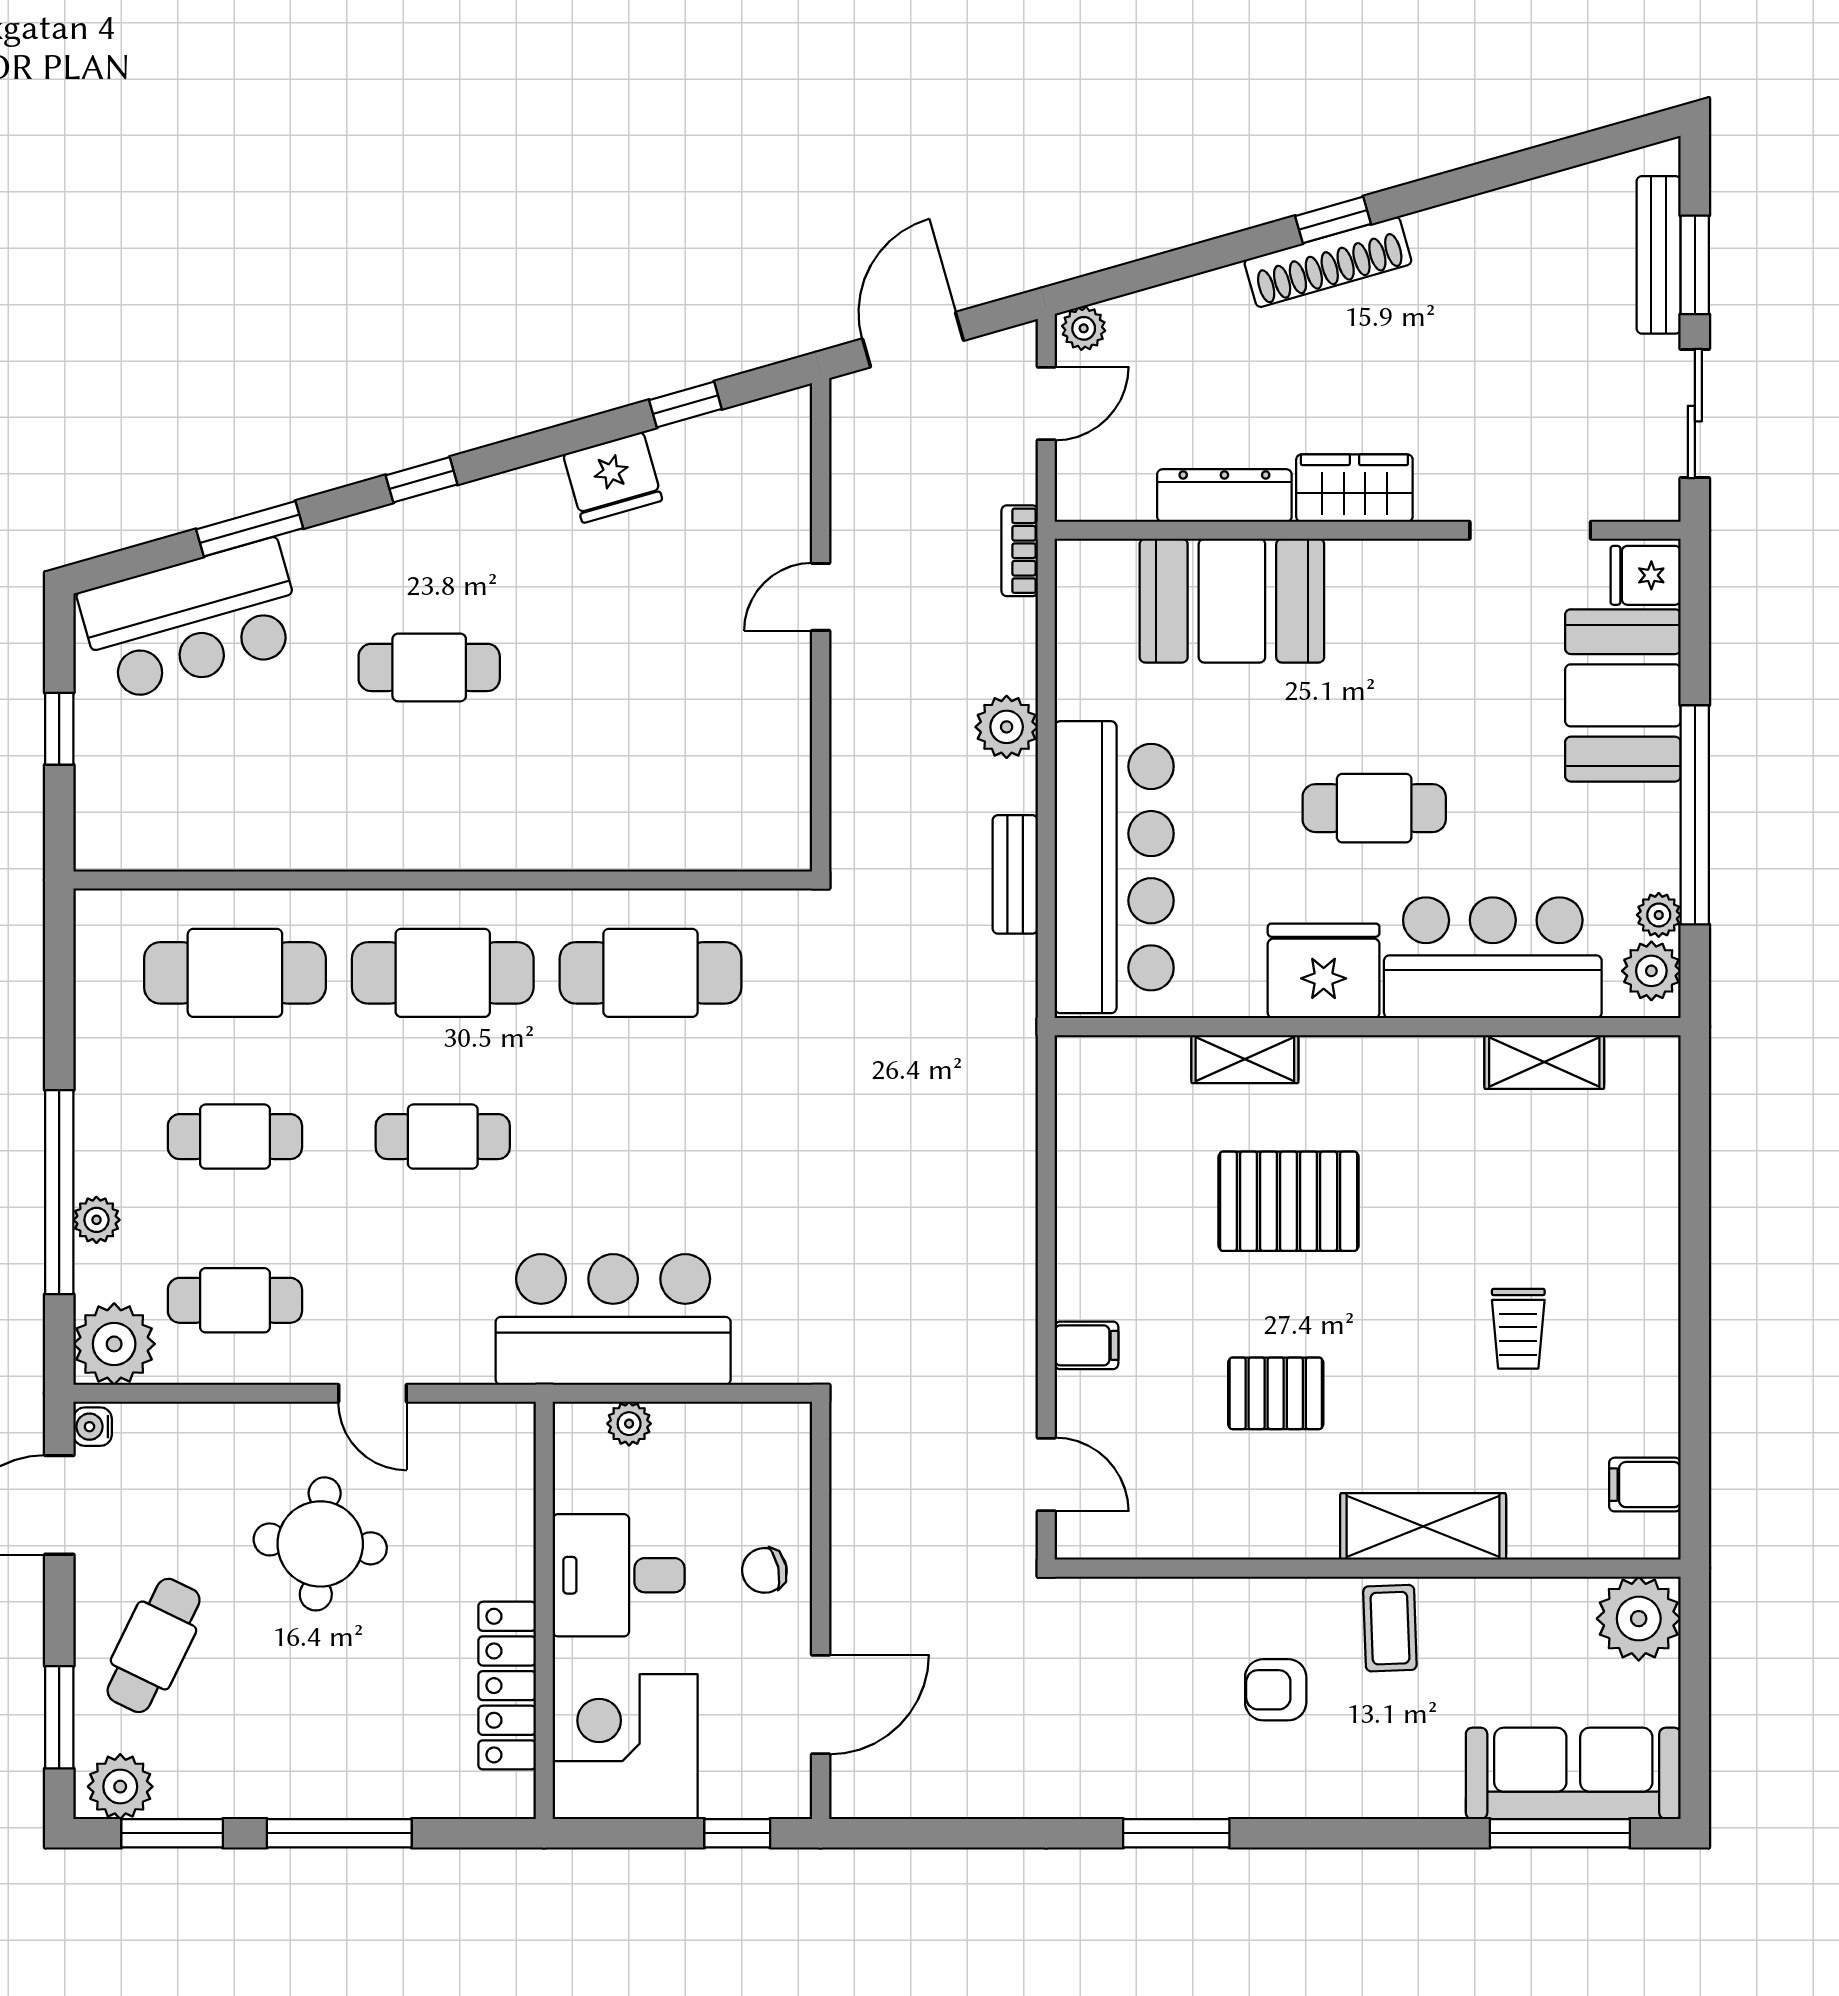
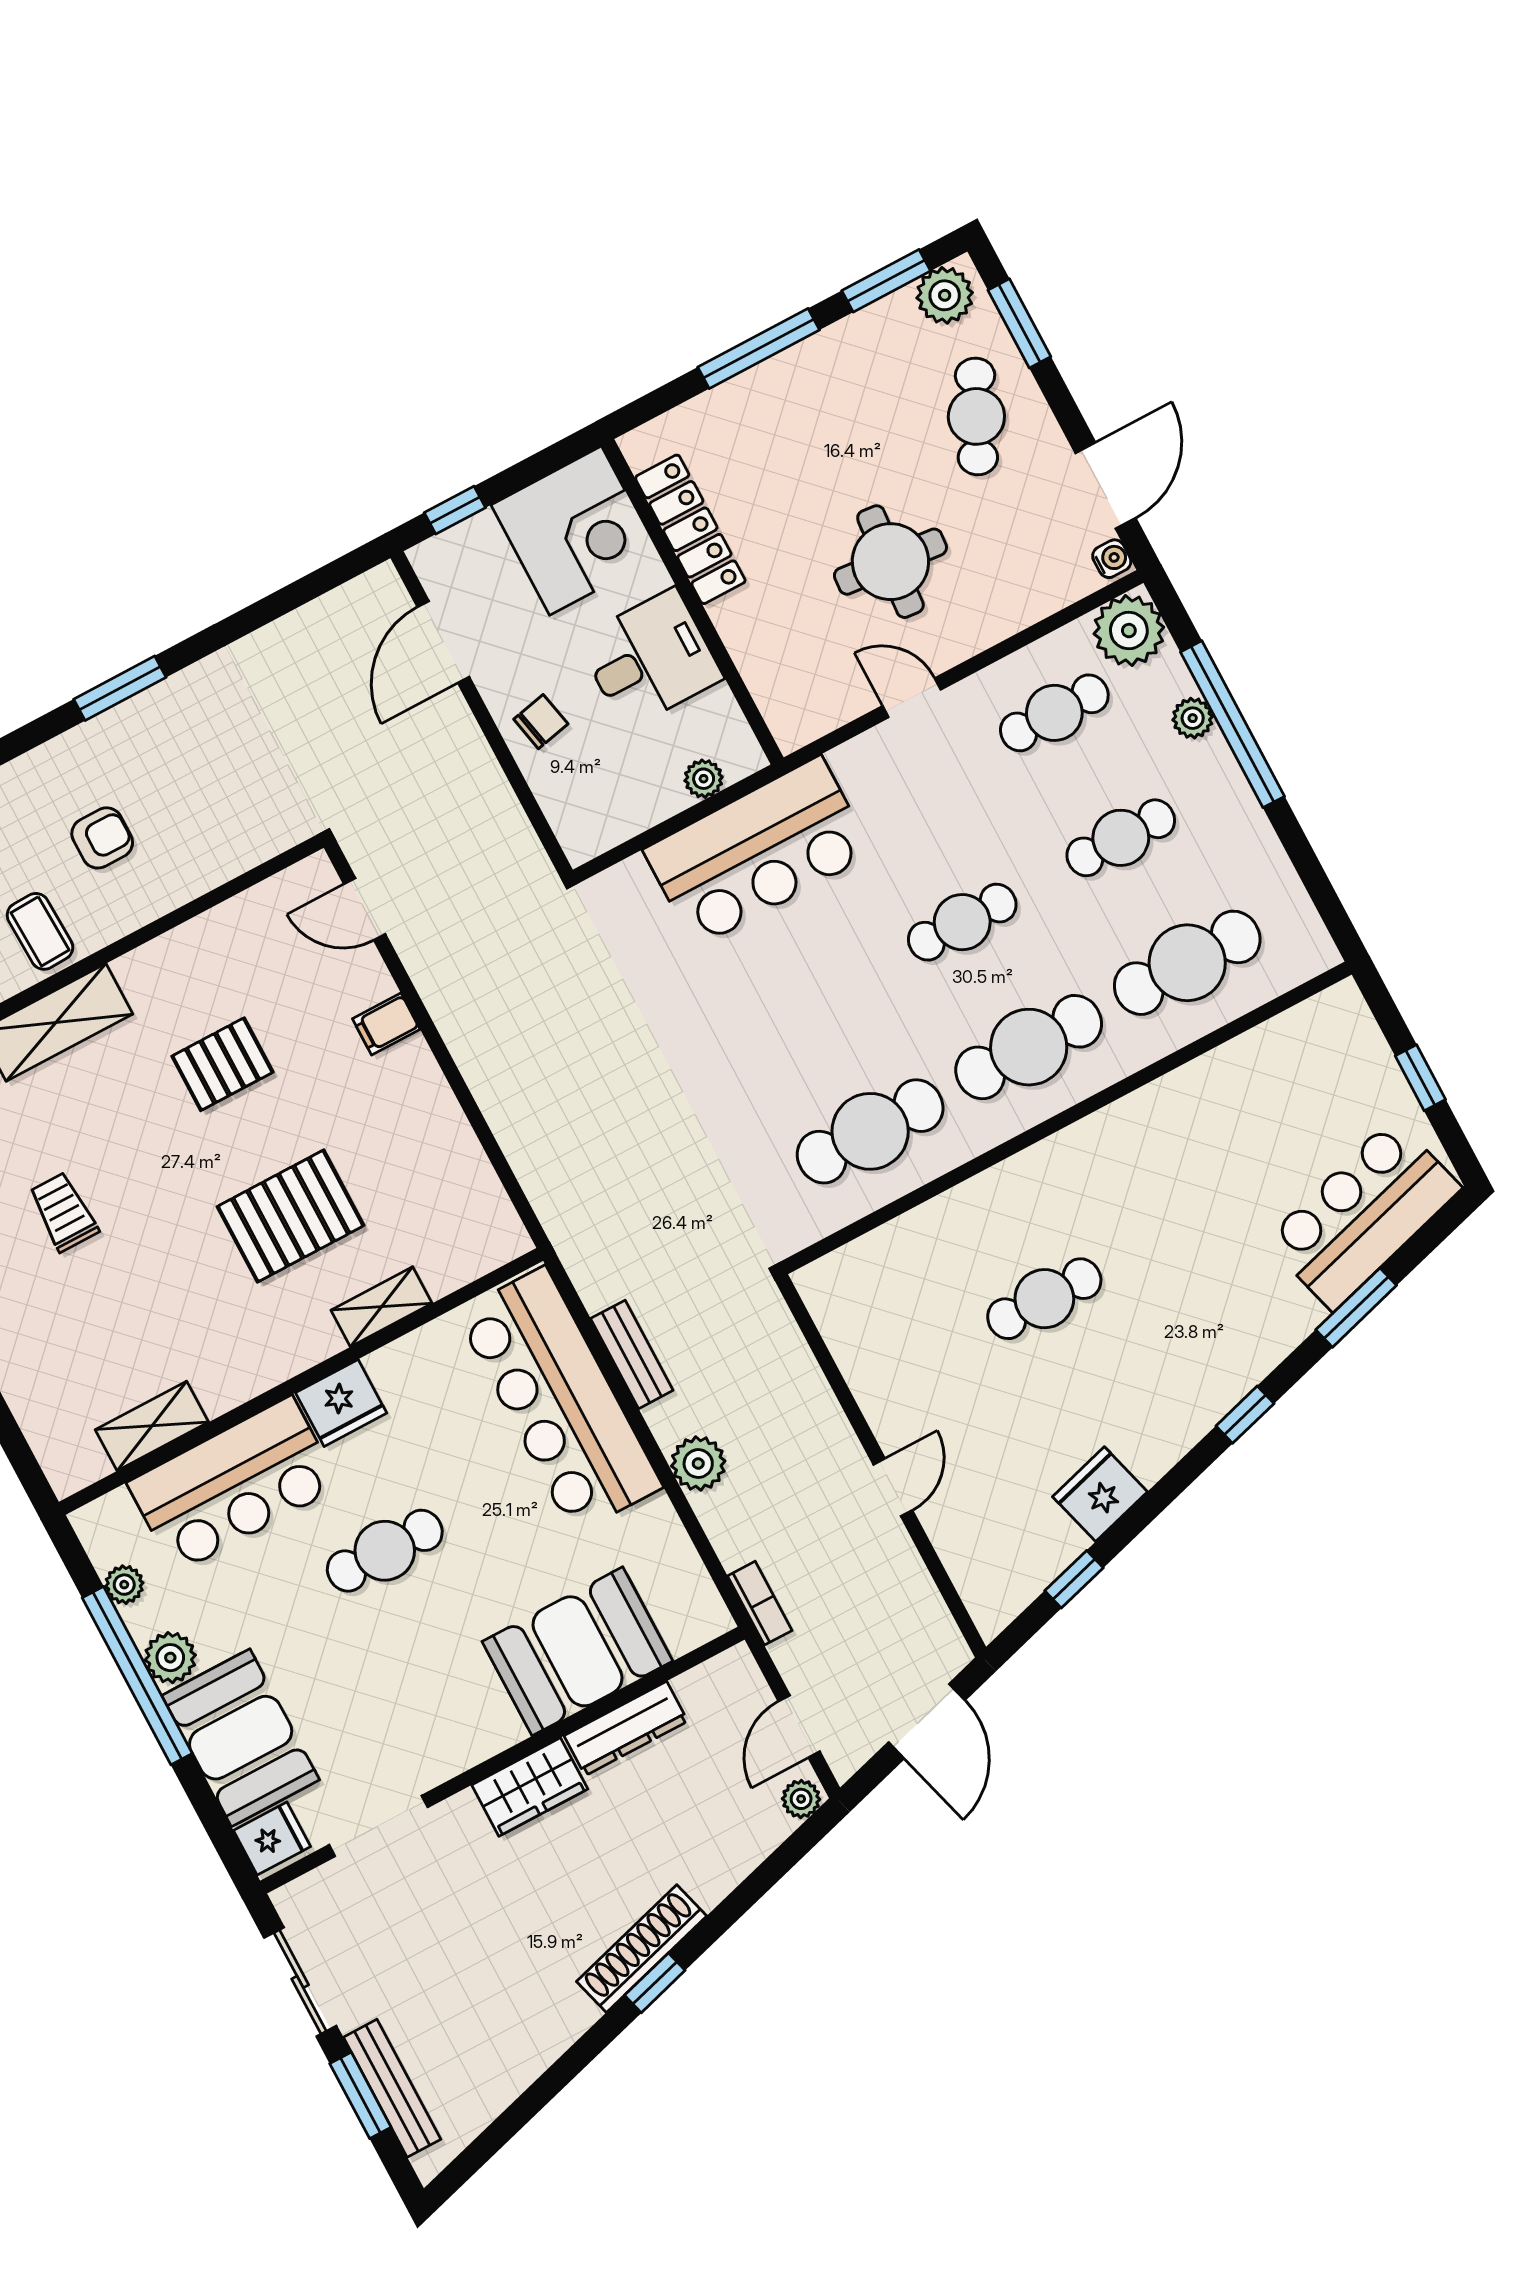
cafe table: (429, 667) -> (1044, 1299), moved
fridge: (1324, 971) -> (341, 1403), width x0.73, depth x0.75
plant: (1651, 971) -> (170, 1658), moved

